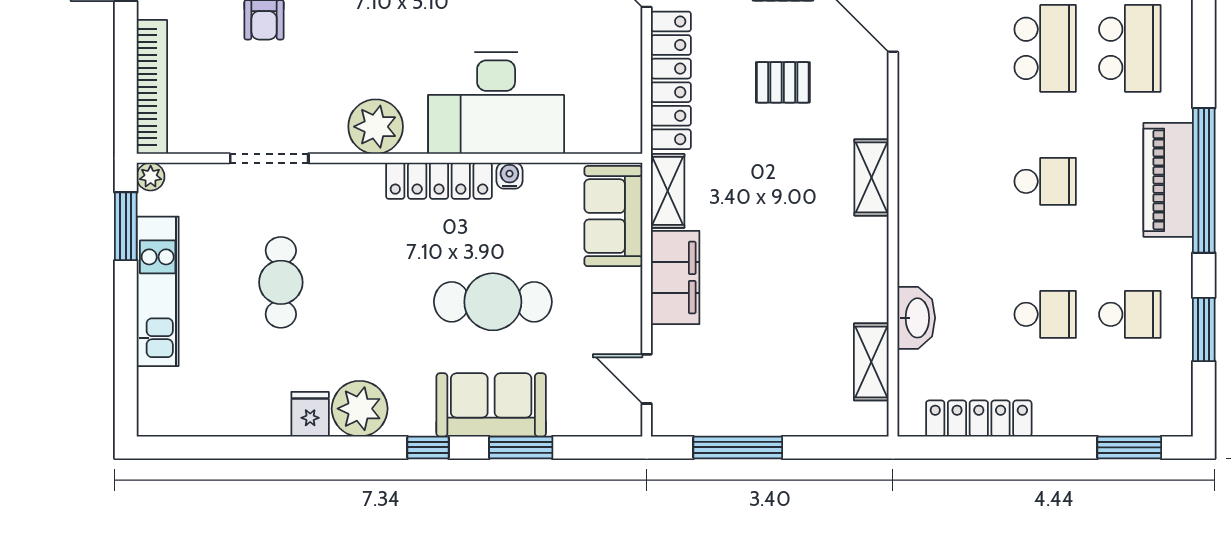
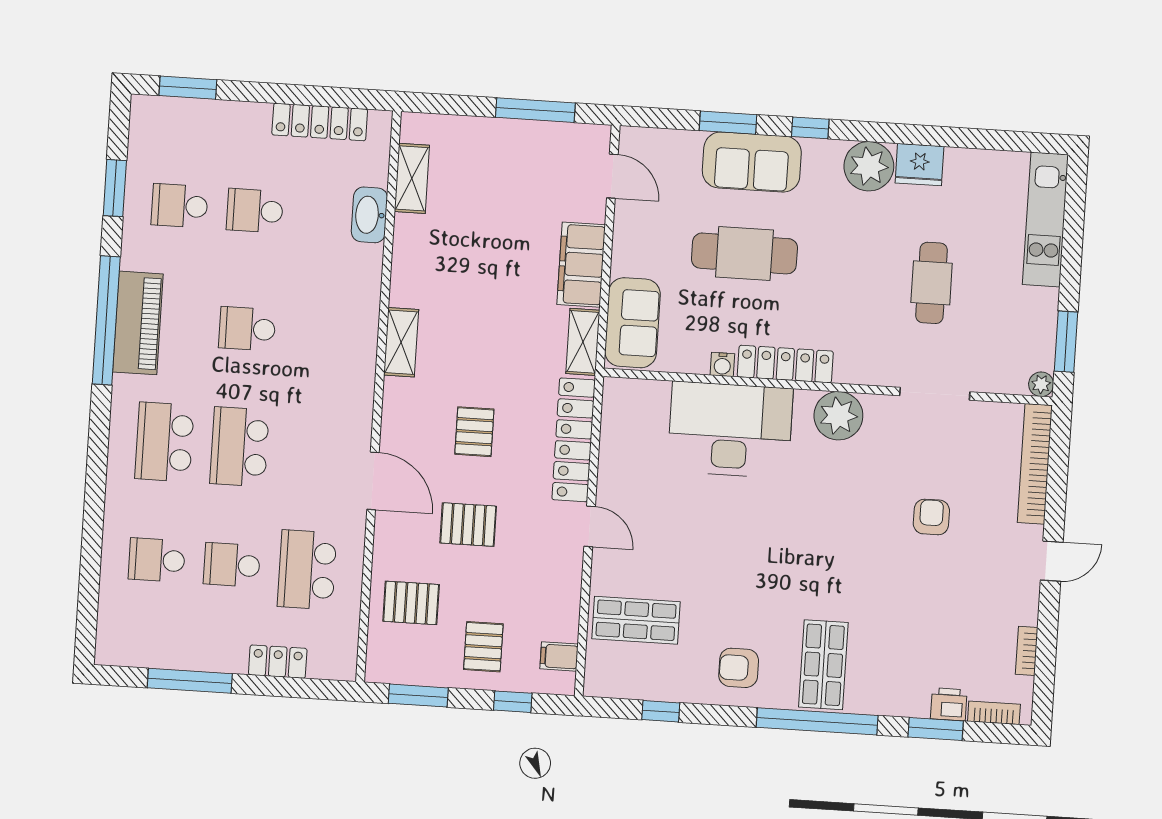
pallet: (783, 82) -> (474, 432), turned 90
kitchen unit: (158, 291) -> (1045, 219), moved
fridge: (310, 414) -> (920, 165), width x1.38

